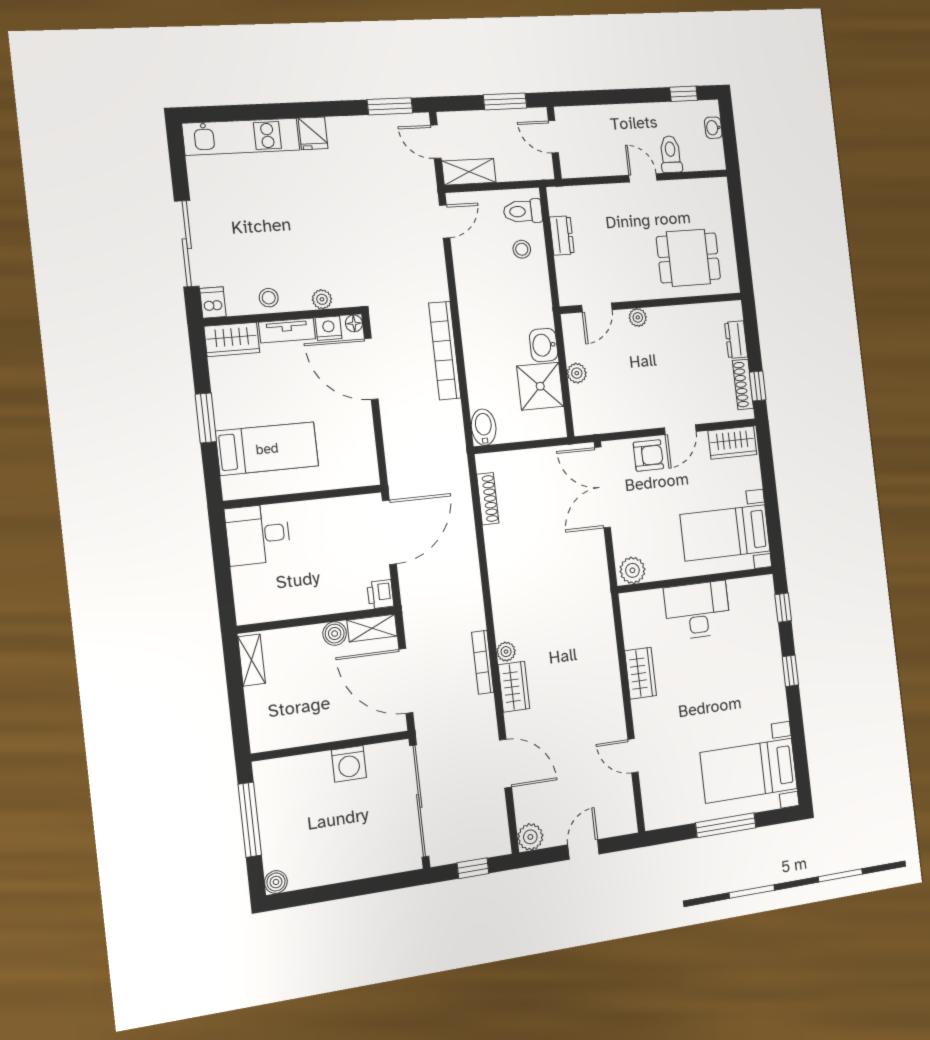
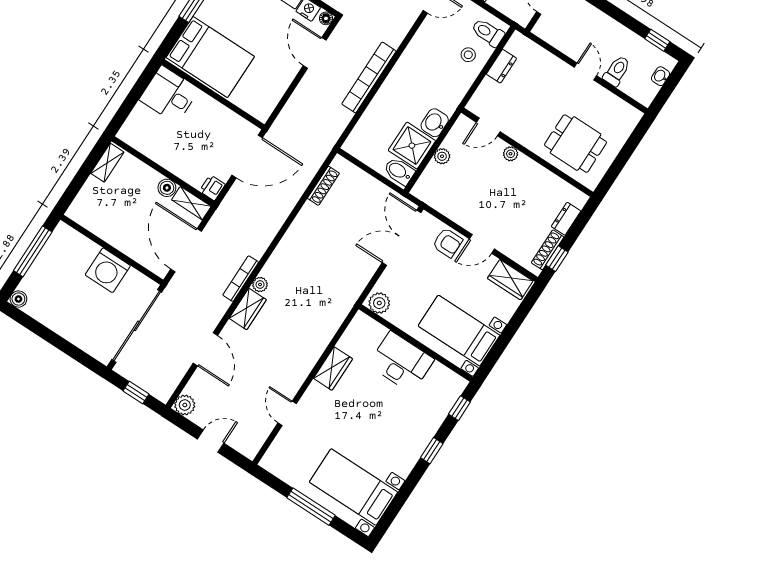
door: (371, 369) -> (315, 53), width x0.73
bidet: (484, 427) -> (399, 171), moved, turned -90
bed: (267, 449) -> (210, 57), width x1.50
washing machine: (349, 764) -> (108, 270), width x1.37, depth x1.37

